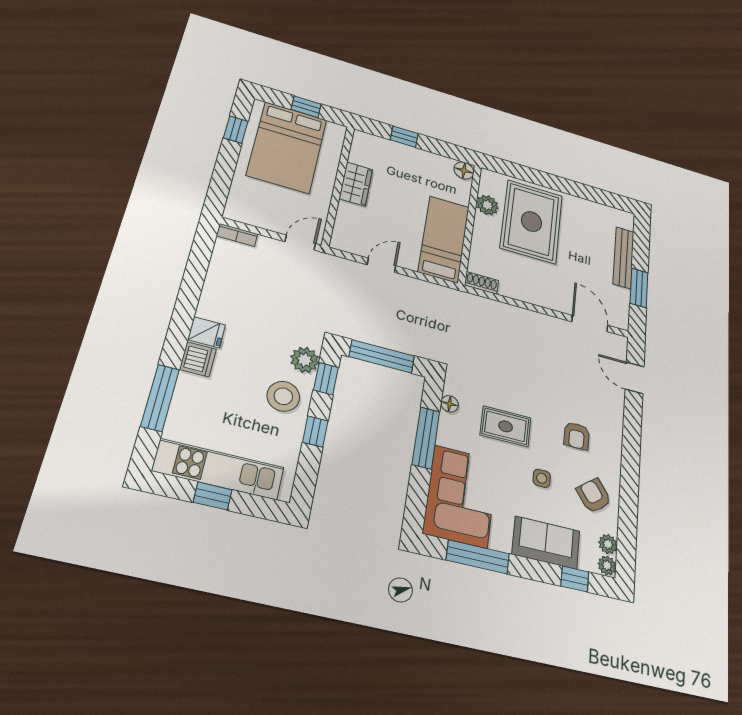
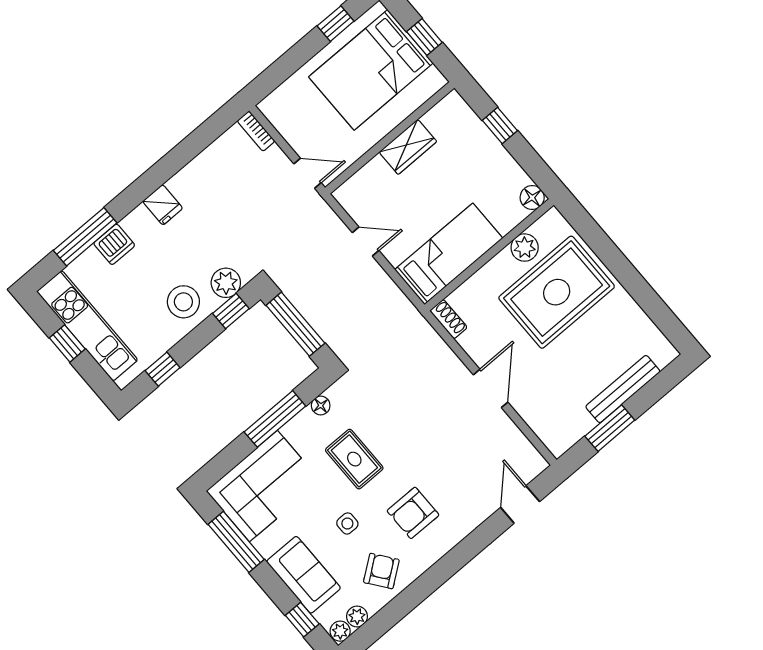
door: (590, 323) -> (491, 388), moved
dishwasher: (198, 359) -> (114, 244), moved
window: (315, 431) -> (163, 369), moved
armchair: (577, 436) -> (413, 513), width x1.38, depth x1.38

